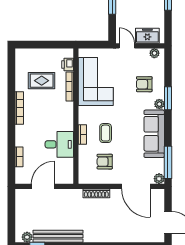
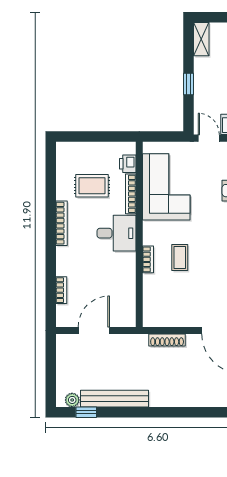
desk: (59, 144) -> (116, 233), moved
armchair: (105, 162) -> (179, 297), removed

